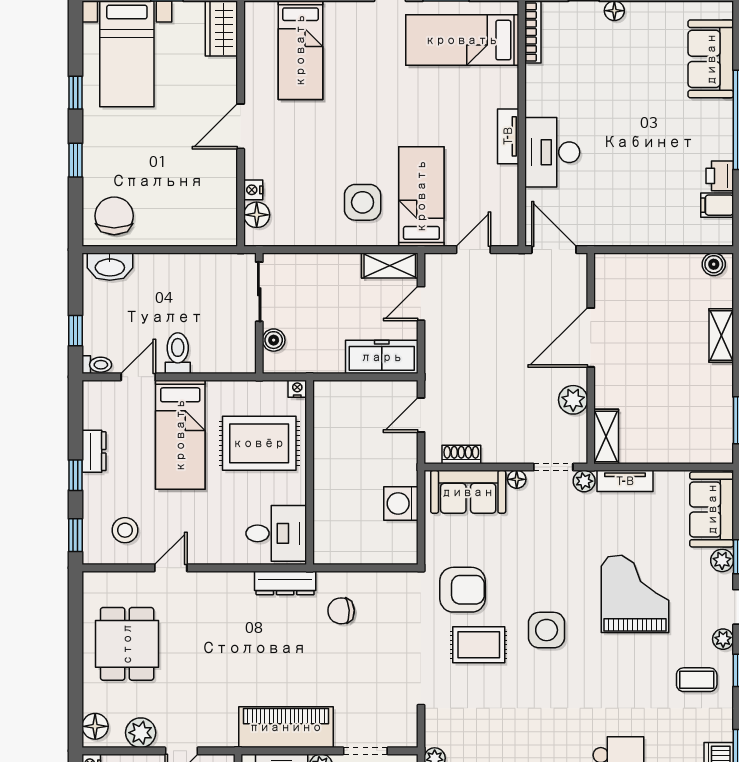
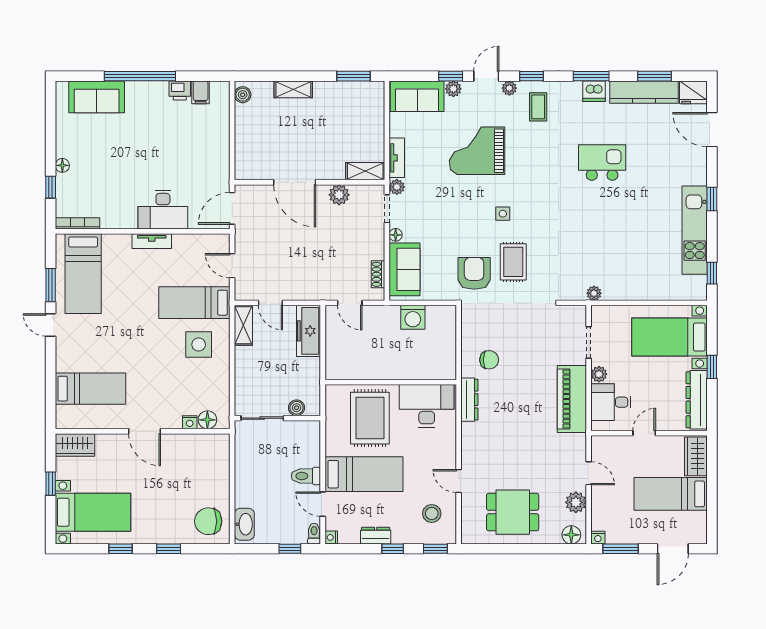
nightstand: (297, 389) -> (331, 537), moved
desk: (276, 533) -> (427, 406), width x1.37
chair: (341, 611) -> (489, 360), turned -87
side table: (547, 630) -> (503, 214), width x0.54, depth x0.54

